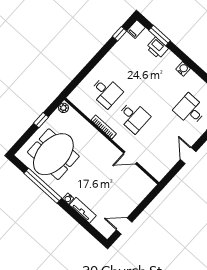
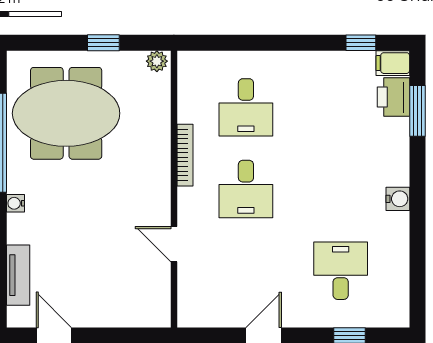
printer: (157, 48) -> (393, 97), moved
tv unit: (83, 210) -> (18, 275), moved

